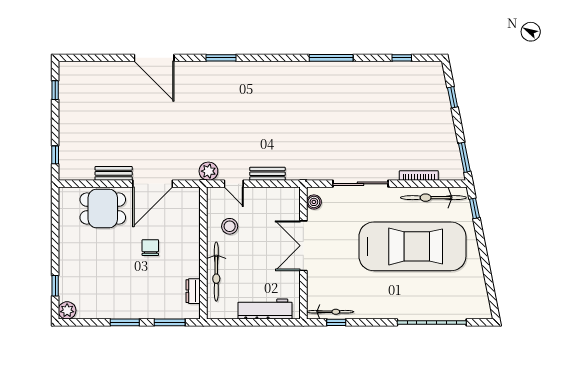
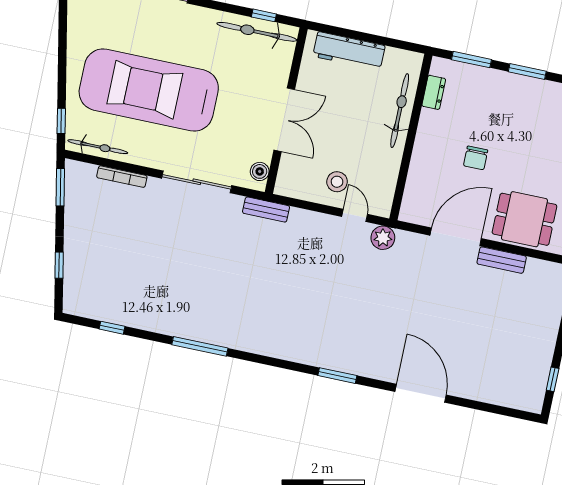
bench: (267, 174) -> (266, 210), moved
bicycle: (433, 198) -> (98, 147), width x0.73, depth x0.71
stool: (230, 226) -> (337, 182), moved
bicycle: (330, 312) -> (257, 32), width x1.37, depth x1.40

